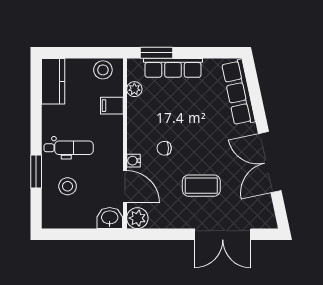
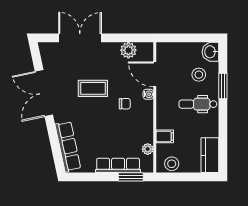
double door: (270, 162) -> (44, 93), swing flipped
coffee table: (201, 186) -> (93, 88), moved
washbasin: (110, 218) -> (210, 52), moved, turned 90
plant: (137, 218) -> (128, 50), moved

